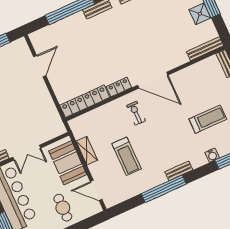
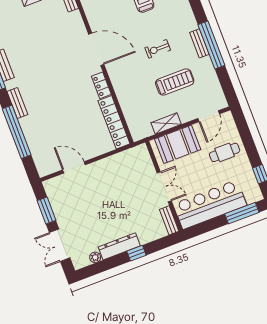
door: (153, 80) -> (96, 49), hinge flipped
exercise bike: (136, 113) -> (158, 49), moved
bench: (179, 171) -> (199, 43), moved

